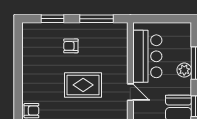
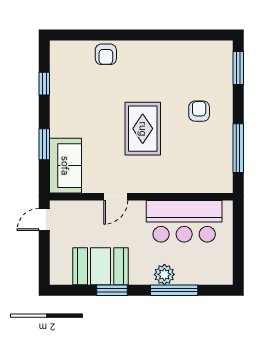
window: (52, 19) -> (238, 68), moved
door: (130, 92) -> (116, 197), moved

